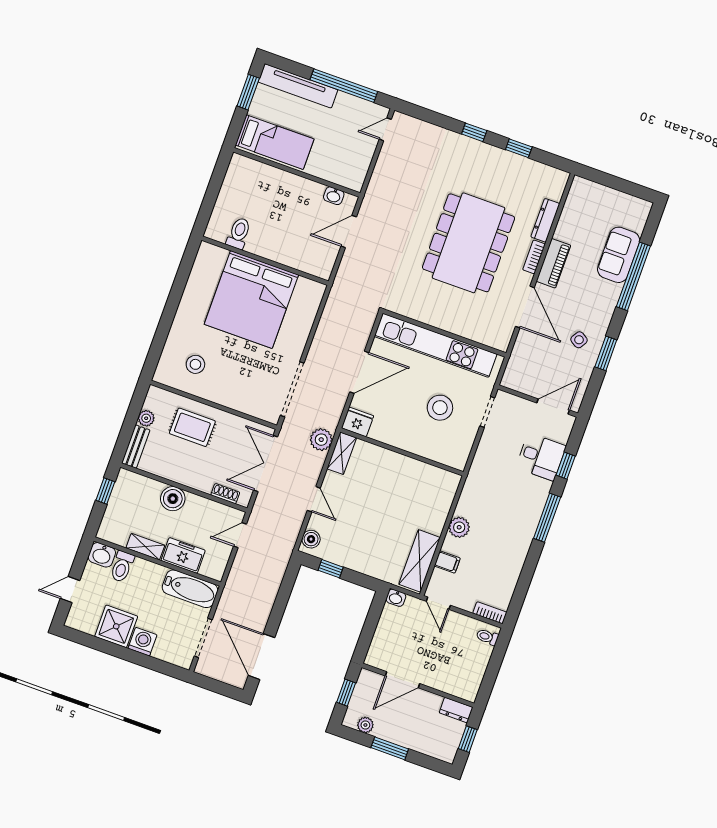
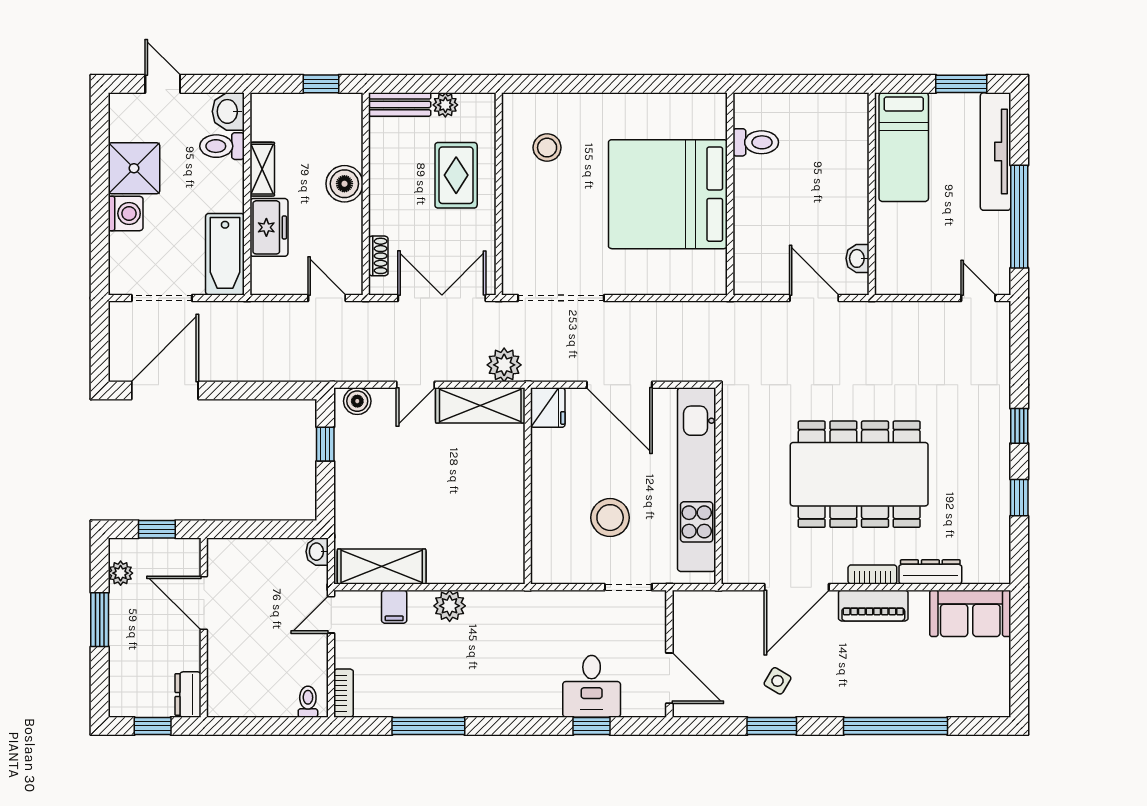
sofa: (619, 255) -> (970, 613), moved, turned 180
shelving: (342, 453) -> (480, 405), width x1.50, depth x1.33
window: (547, 518) -> (428, 726), moved

